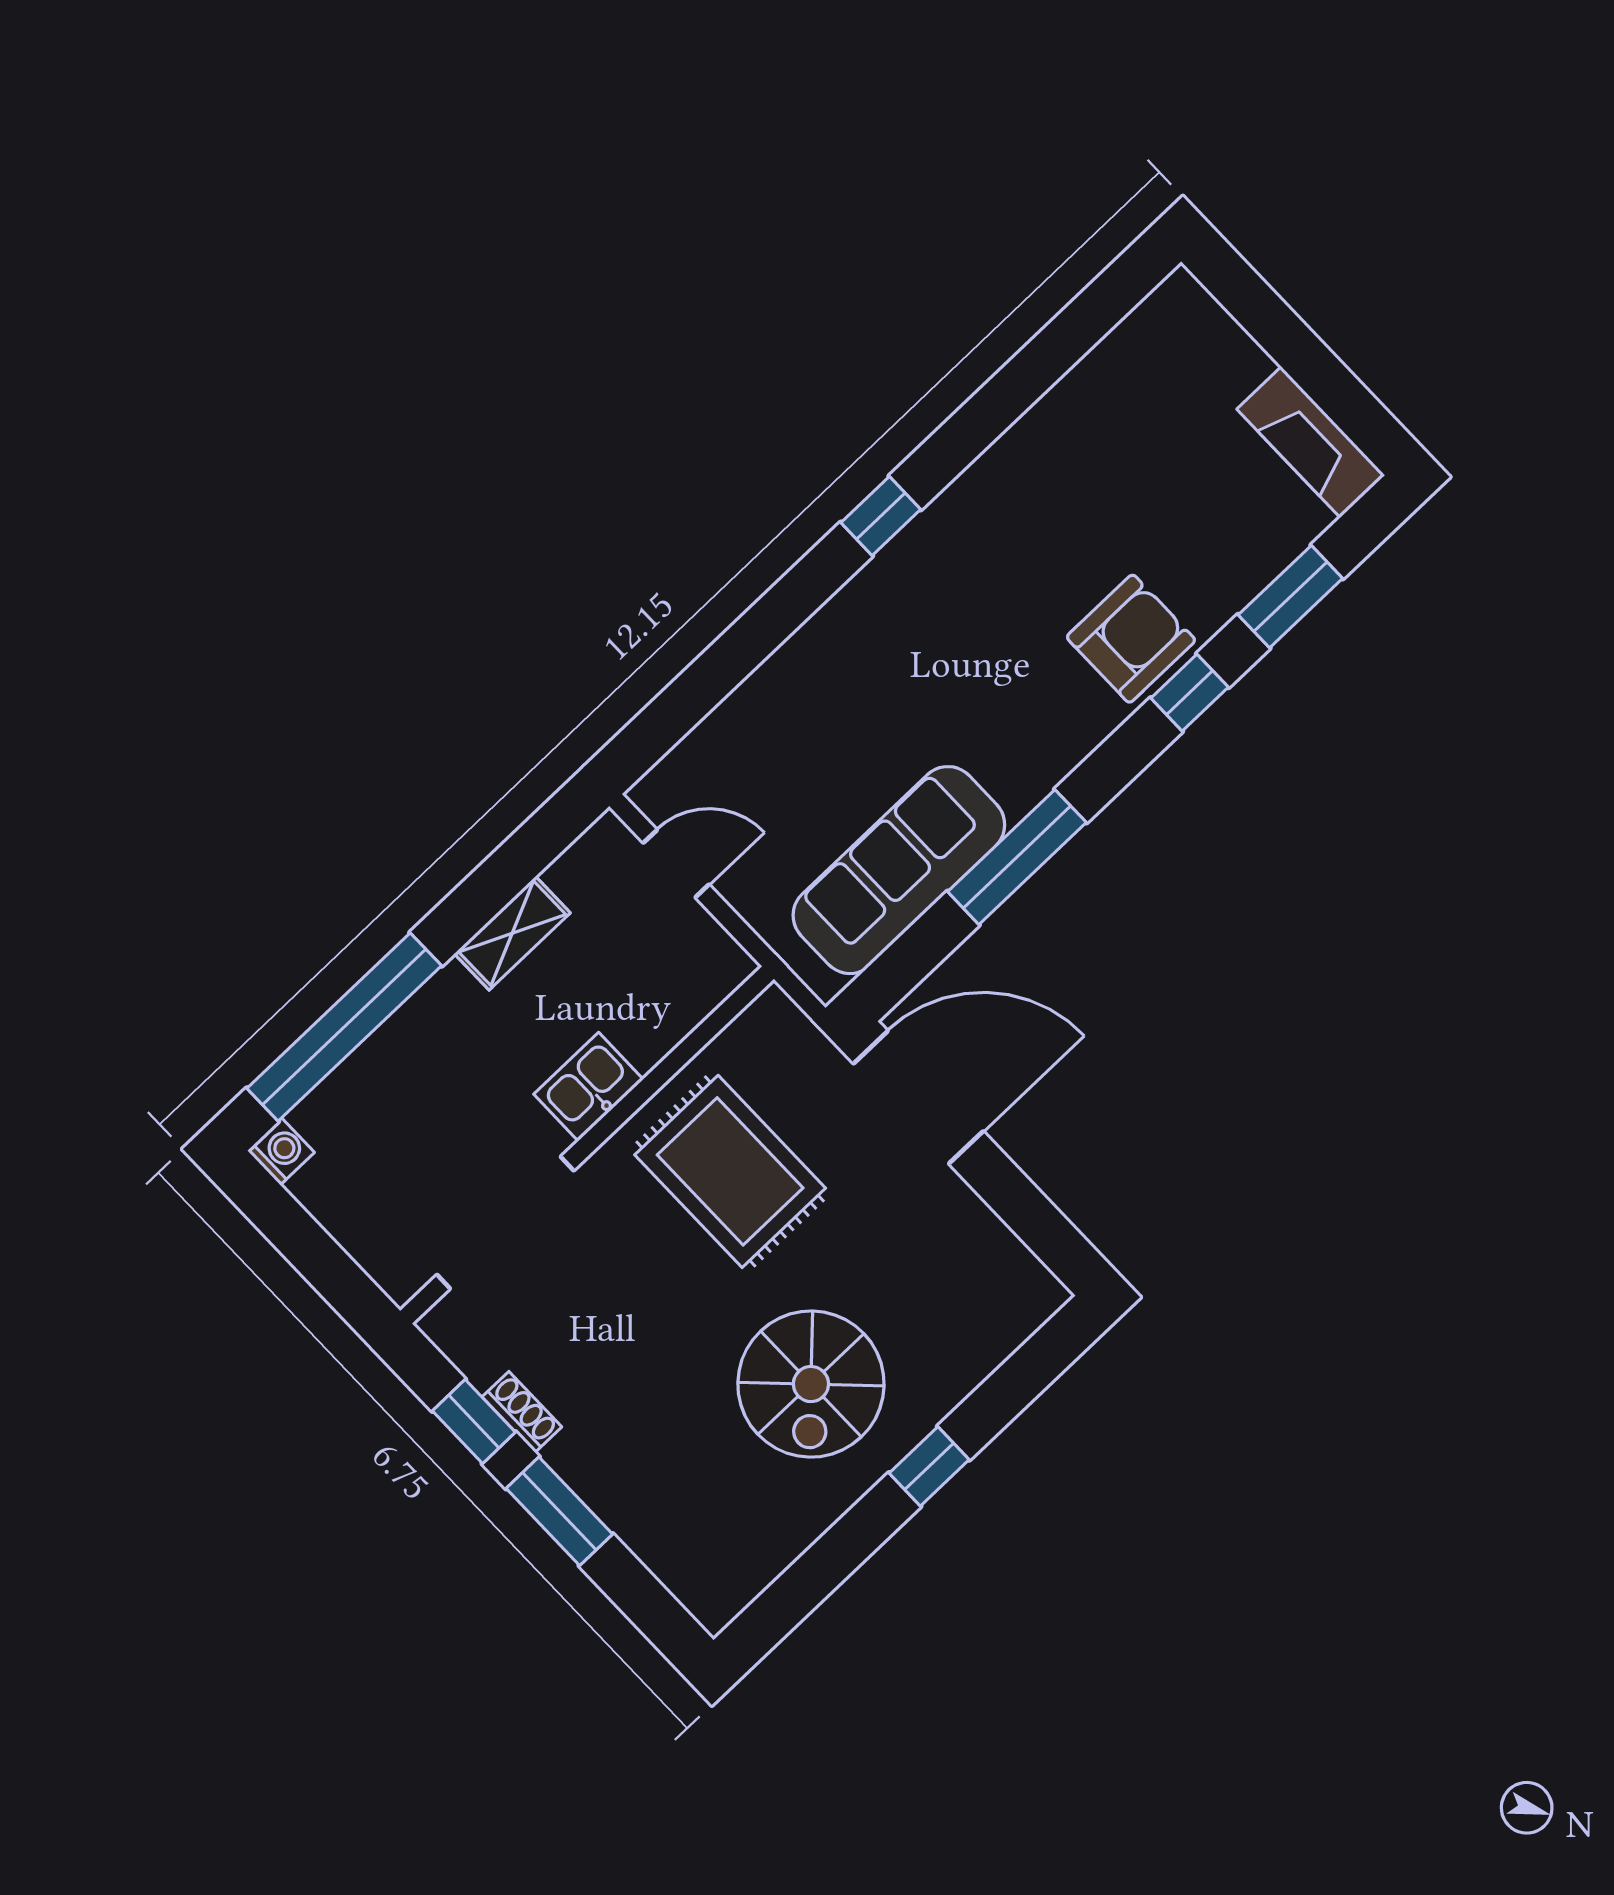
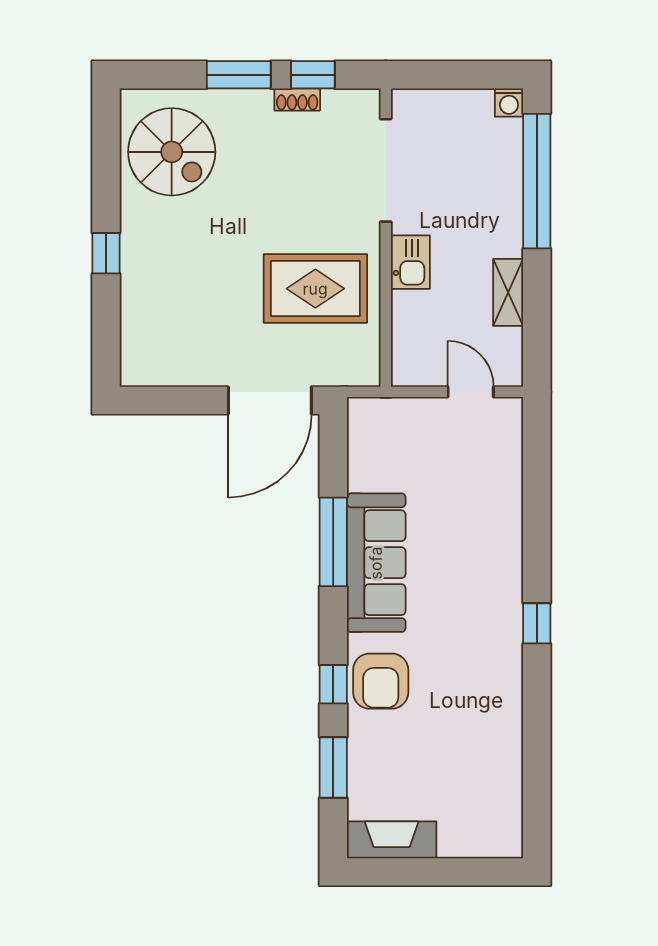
door: (676, 864) -> (471, 392), swing flipped
sofa: (899, 870) -> (376, 563), moved
spiral stairs: (811, 1384) -> (172, 152), moved, turned 180

